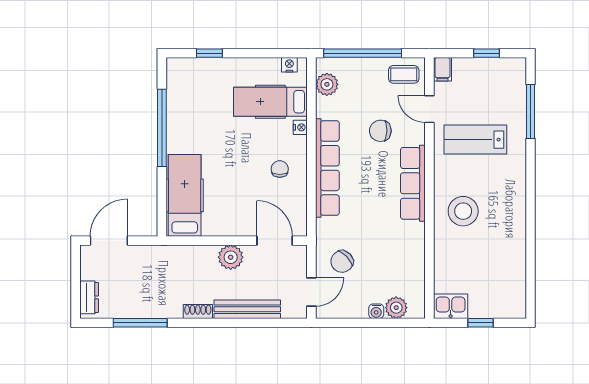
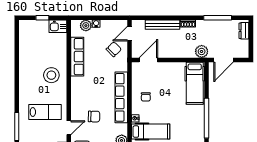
door: (429, 109) -> (69, 128), hinge flipped
row of seats: (413, 183) -> (77, 57), moved
door: (109, 241) -> (223, 60), moved
door: (275, 241) -> (148, 60), swing flipped
plant: (231, 257) -> (202, 51), moved

